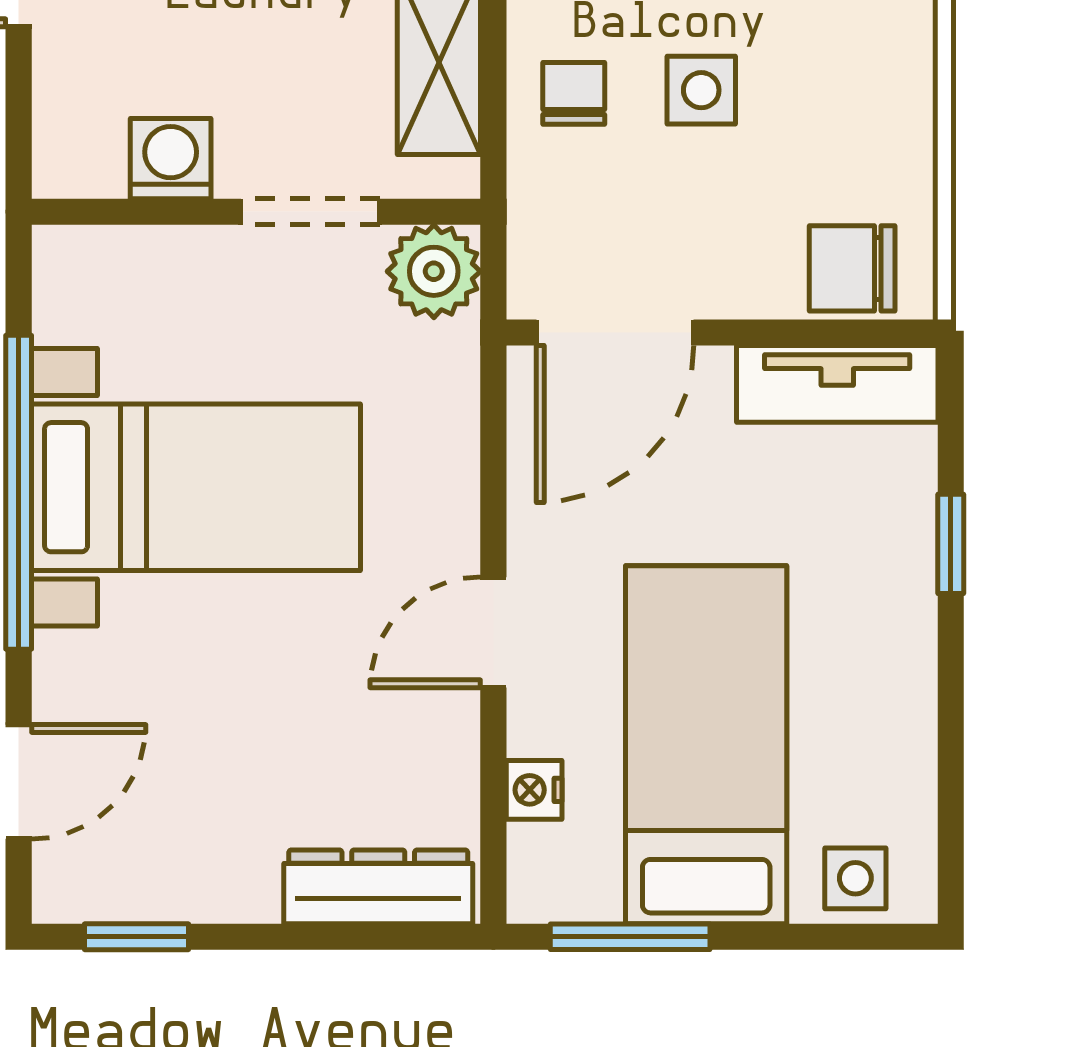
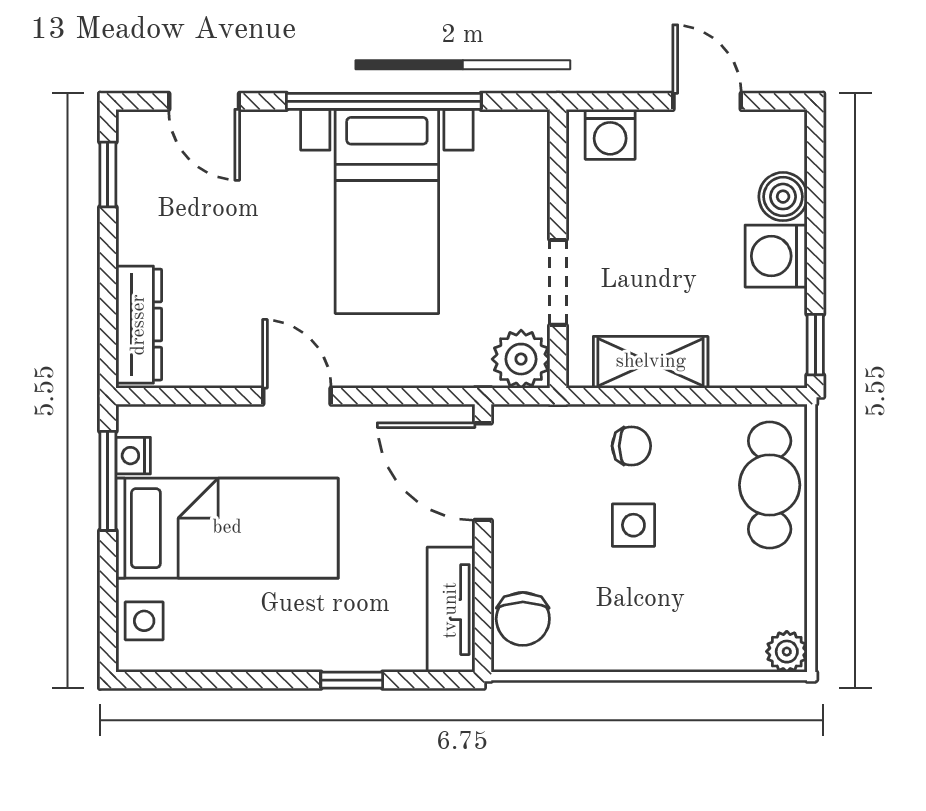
washing machine: (171, 159) -> (610, 134), moved, turned 90
chair: (852, 268) -> (523, 619), turned 180
nightstand: (534, 790) -> (133, 456), moved, turned -90

